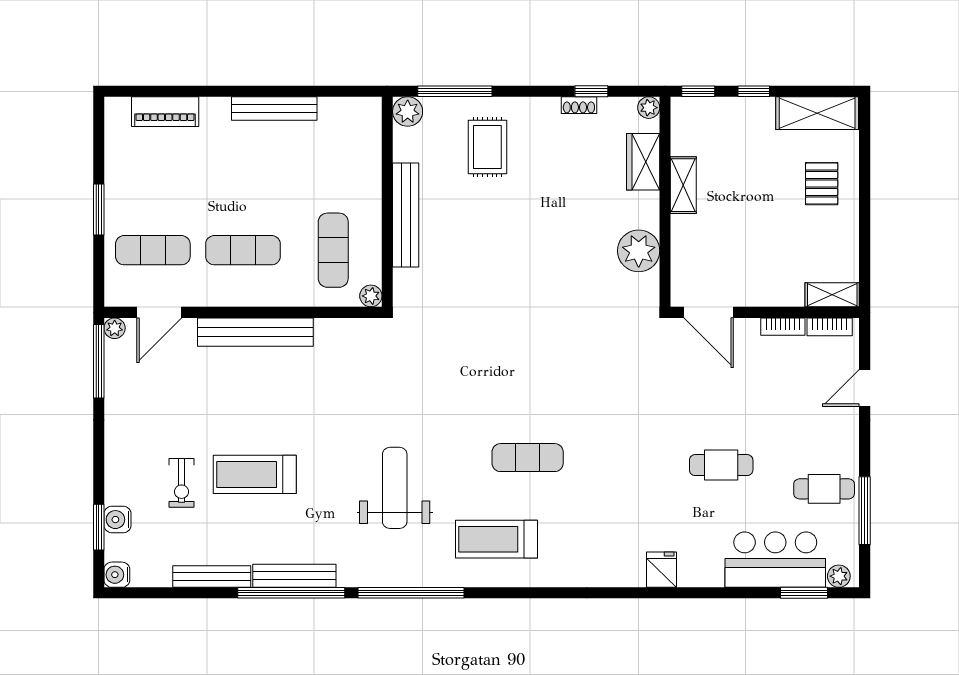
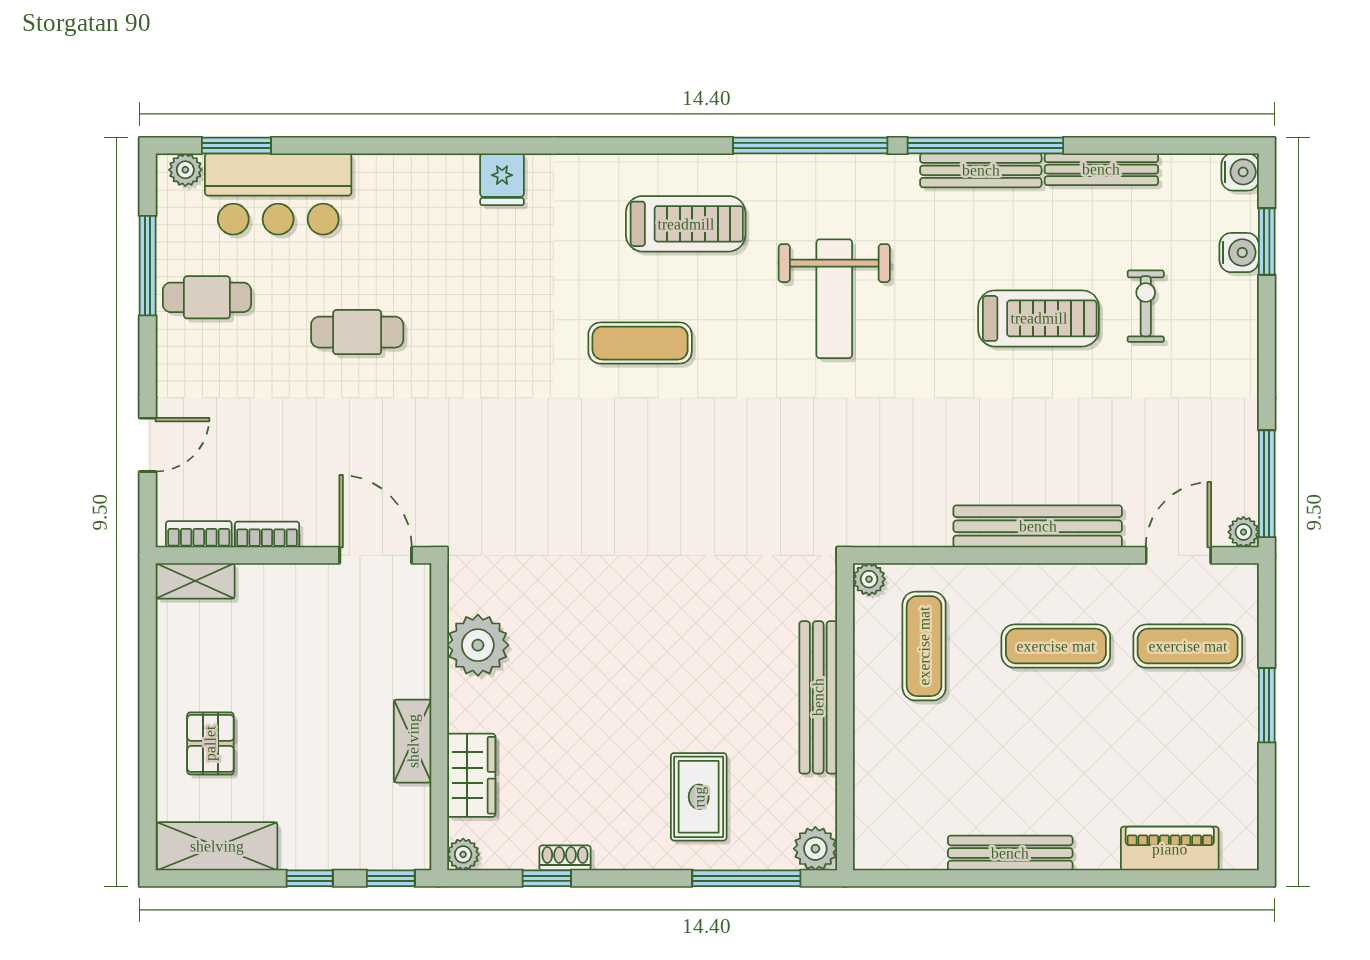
fridge: (661, 570) -> (502, 179), moved

